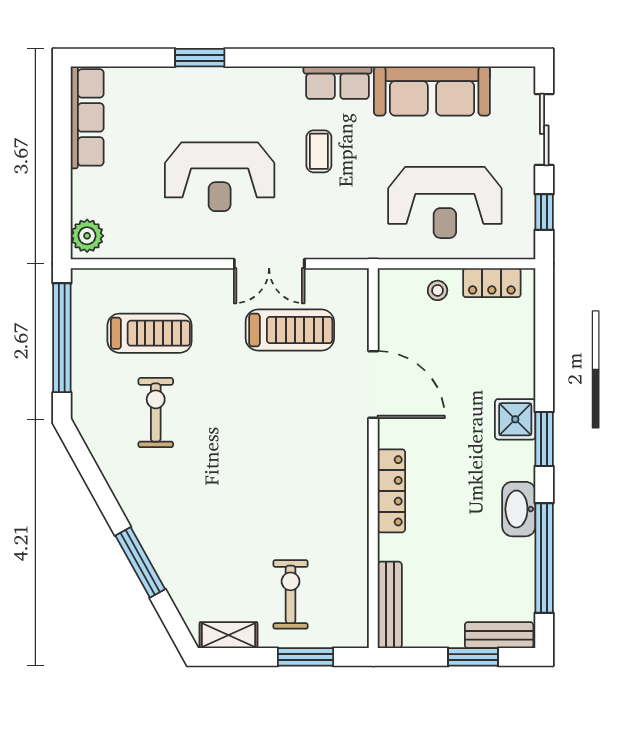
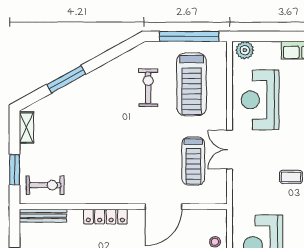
reception desk: (220, 177) -> (260, 100), moved
treadmill: (150, 333) -> (192, 84), width x1.37, depth x1.38
exercise bike: (156, 413) -> (148, 88), turned -90
exercise bike: (291, 594) -> (45, 185), moved

